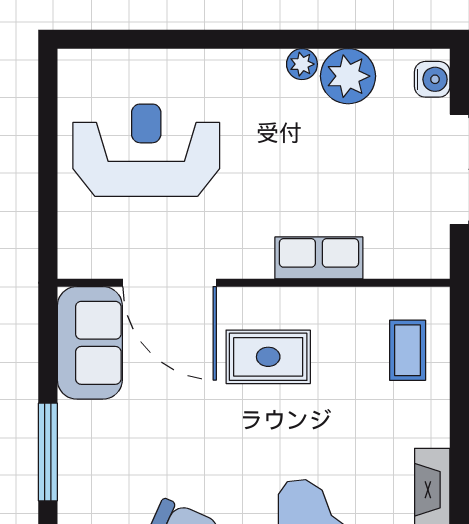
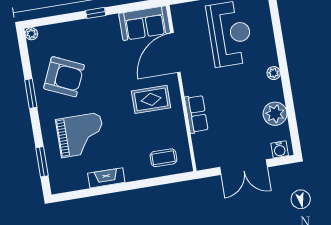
plant: (302, 64) -> (274, 73), moved
rug: (268, 357) -> (151, 99), turned 90
window: (48, 452) -> (96, 13), width x0.46

